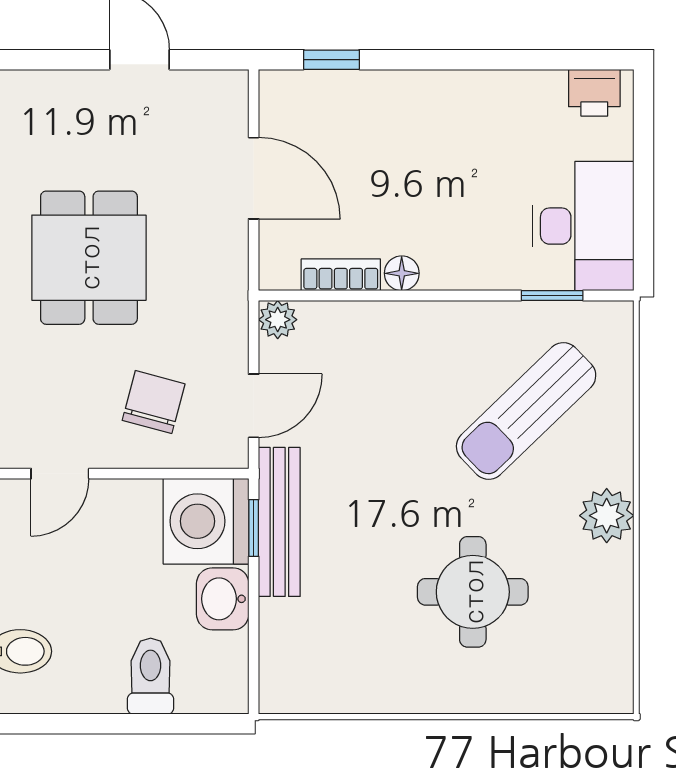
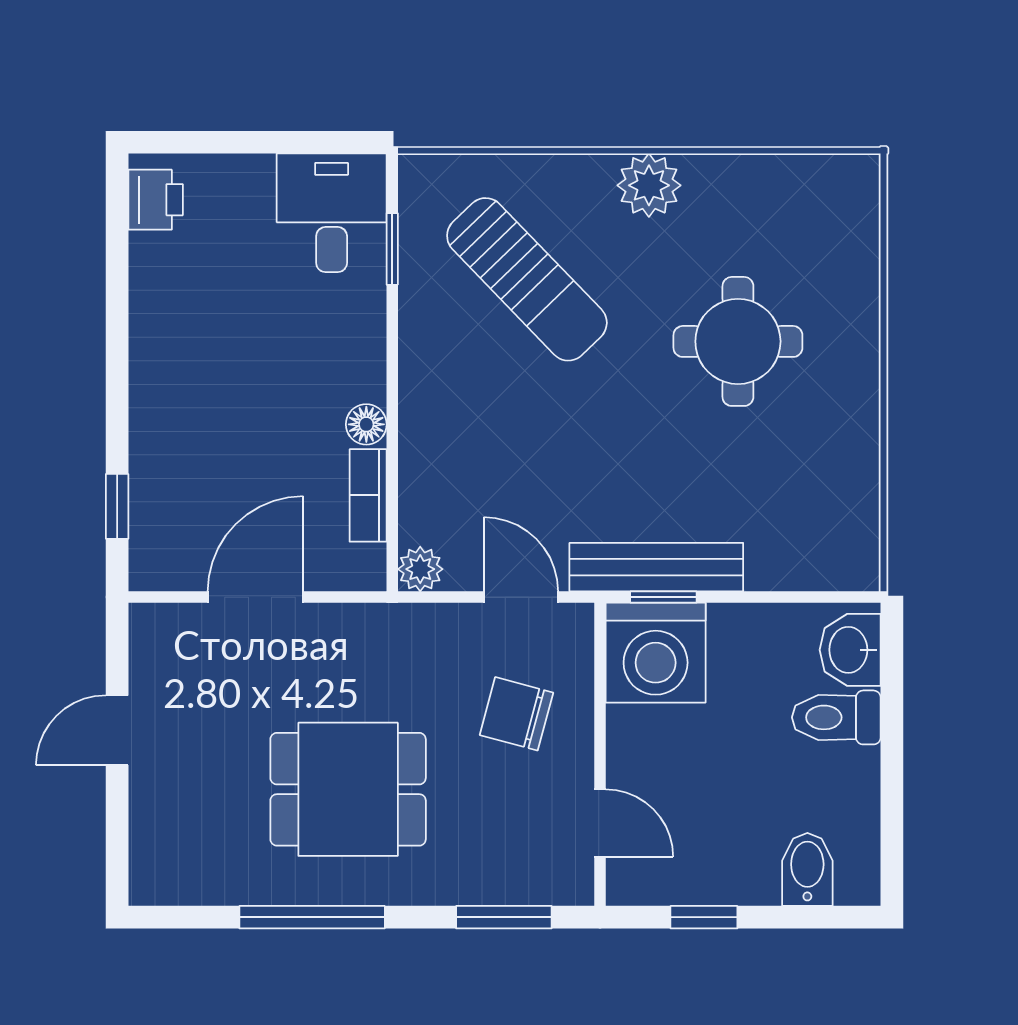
desk: (583, 226) -> (332, 213), width x0.73
washbasin: (223, 599) -> (850, 650), moved, turned 90

